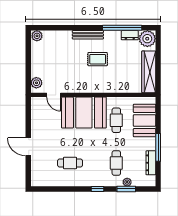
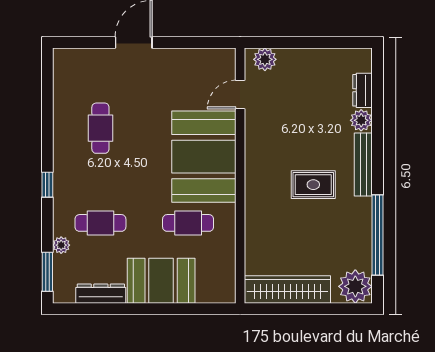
dresser: (130, 35) -> (362, 90), moved
plant: (37, 36) -> (361, 120), moved
rug: (98, 59) -> (313, 185), turned 90
booth: (145, 120) -> (161, 281), moved
window: (158, 147) -> (132, 309), removed
window: (126, 189) -> (47, 272), moved

